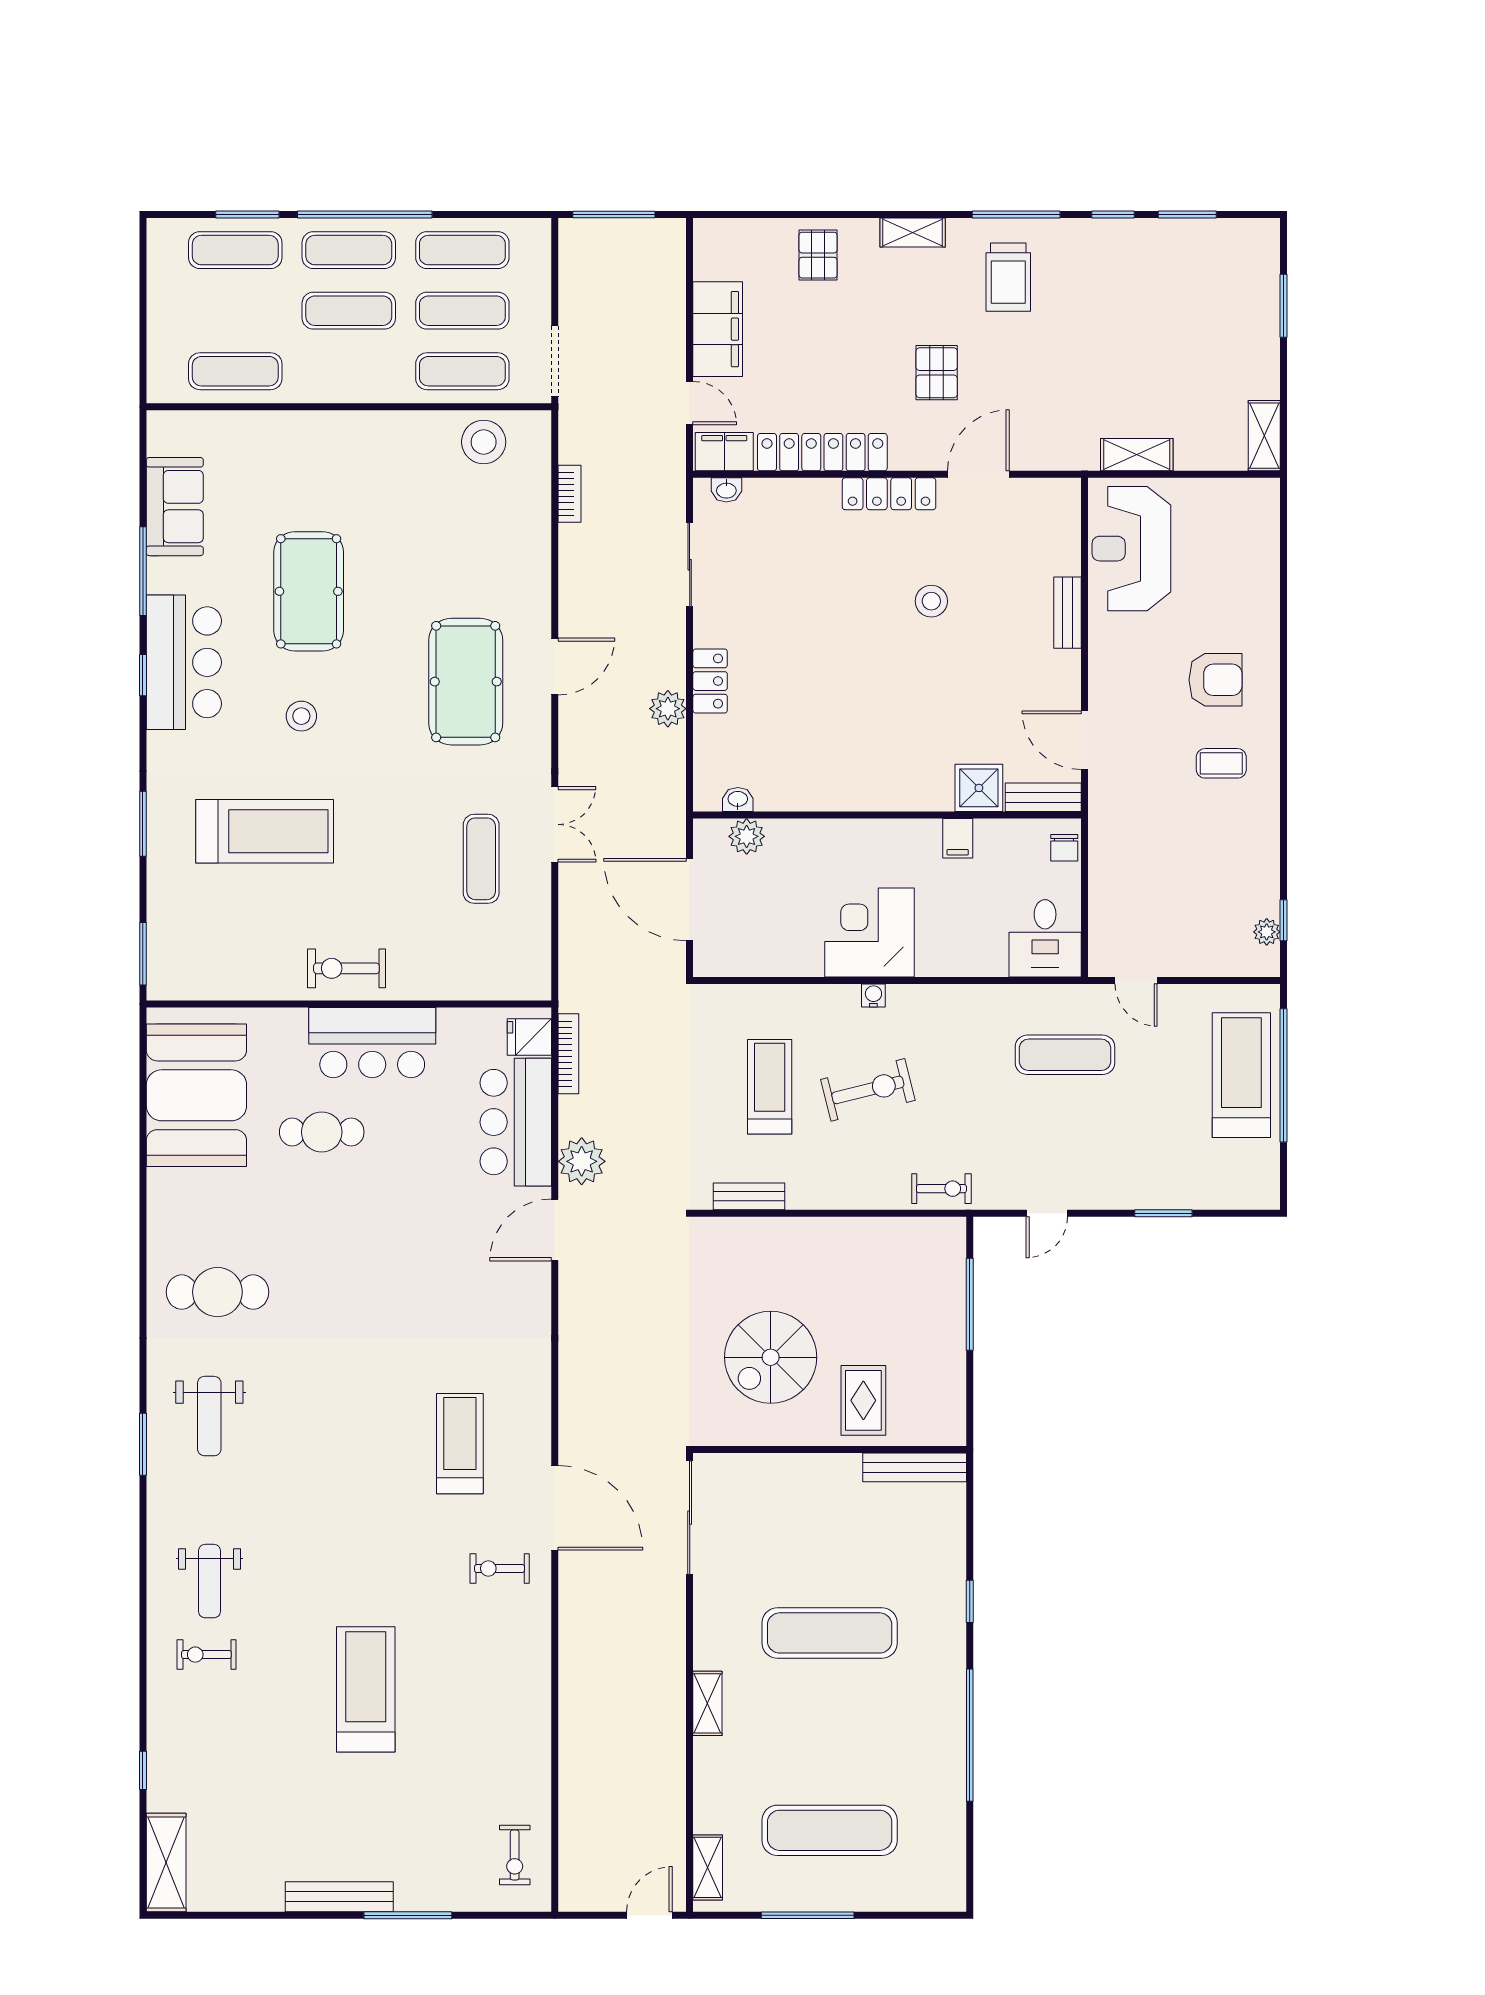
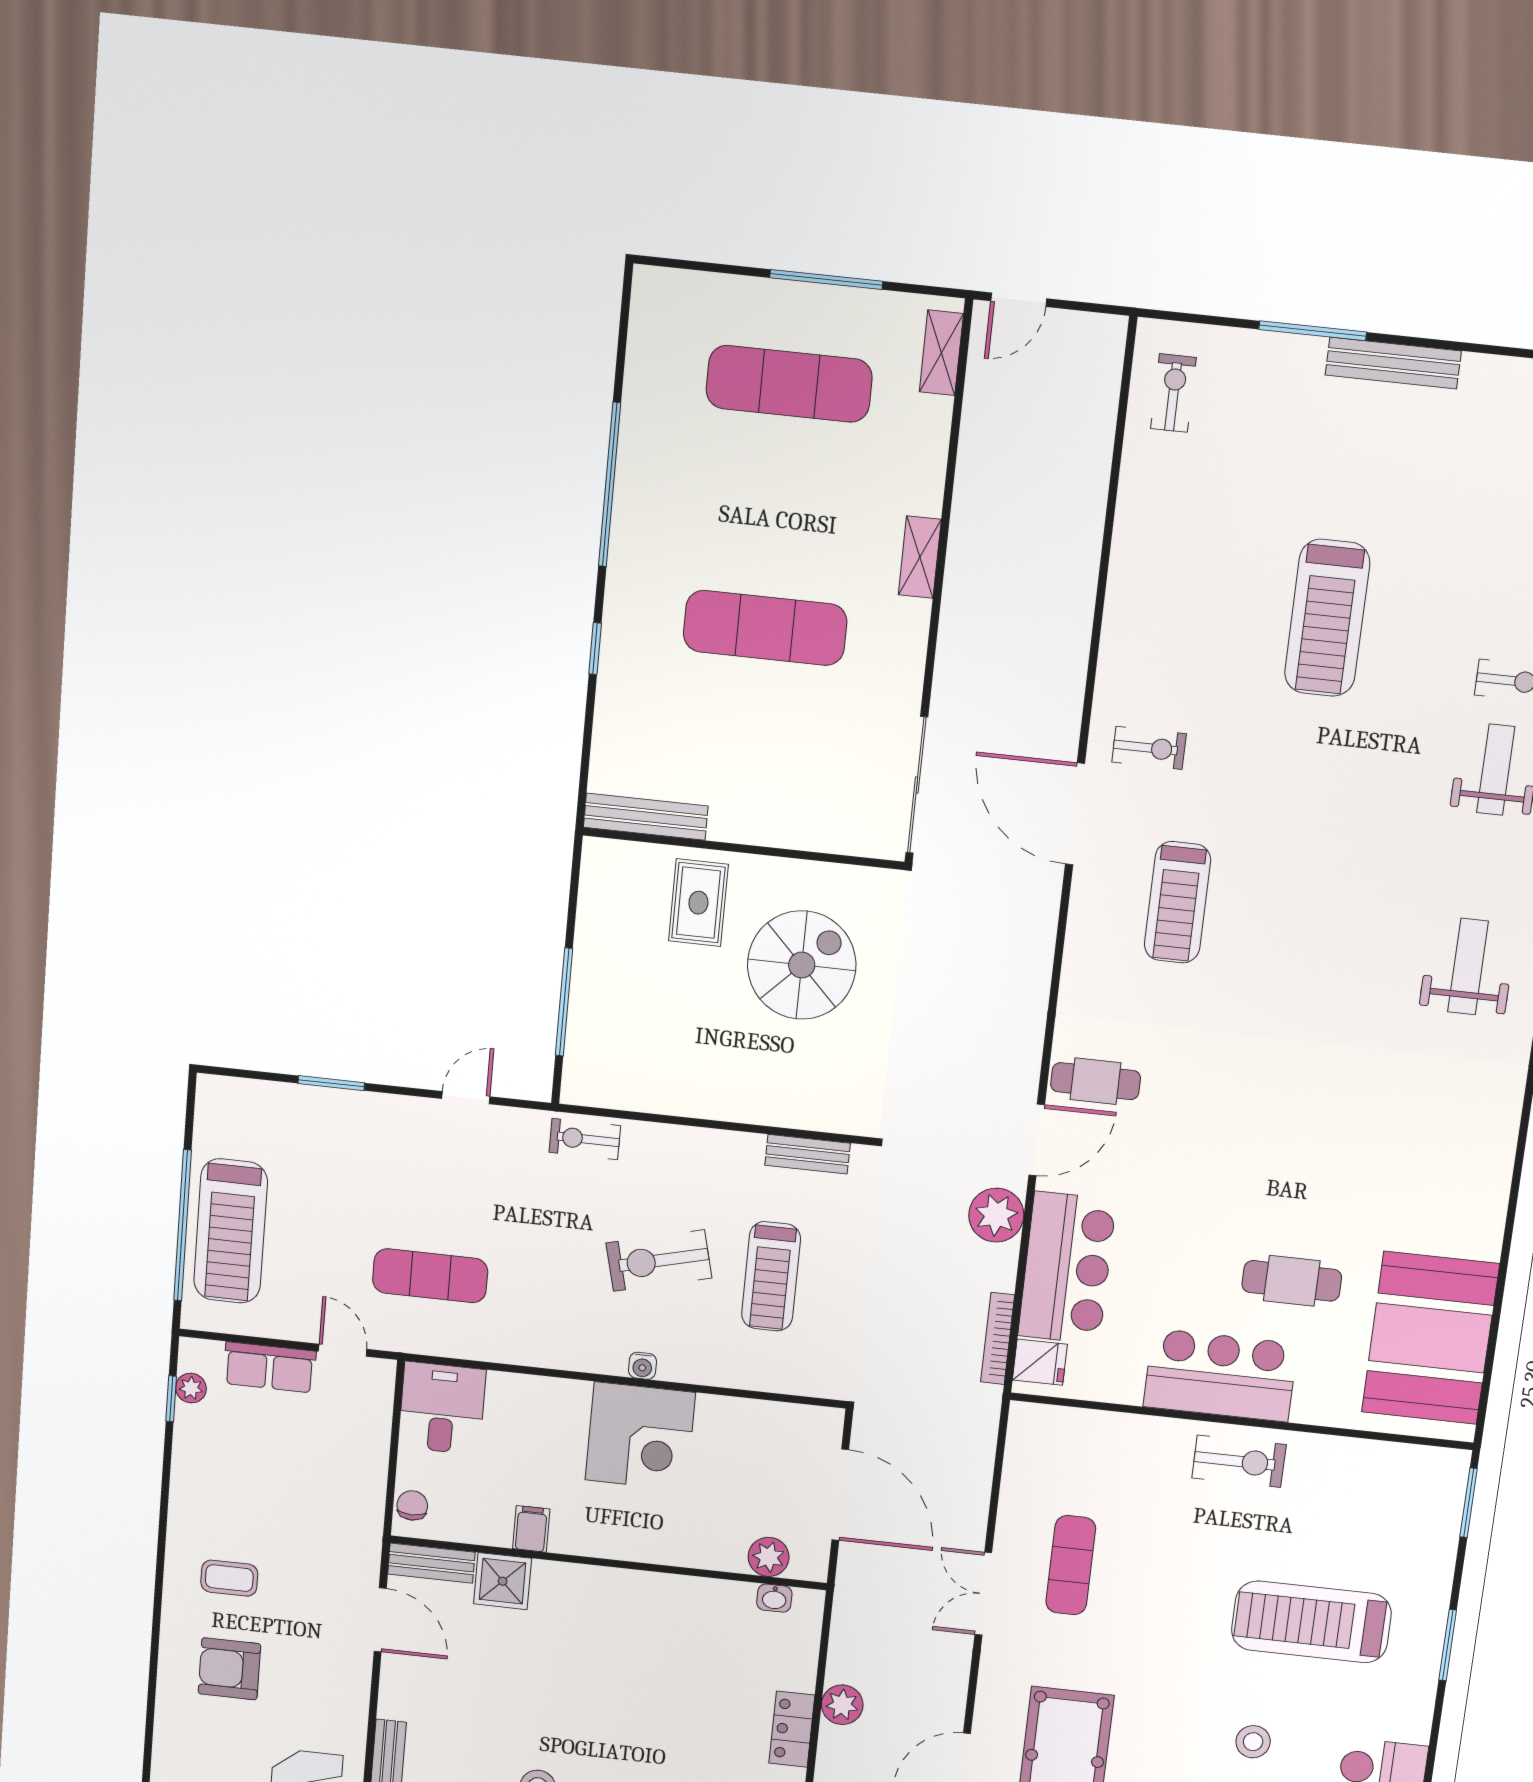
row of seats: (1199, 958) -> (270, 1367), added
cafe table: (217, 1292) -> (1096, 1081), moved, width x0.73, depth x0.74

